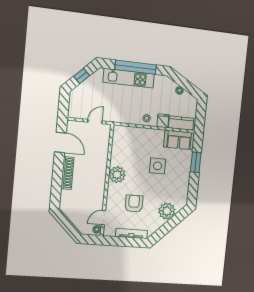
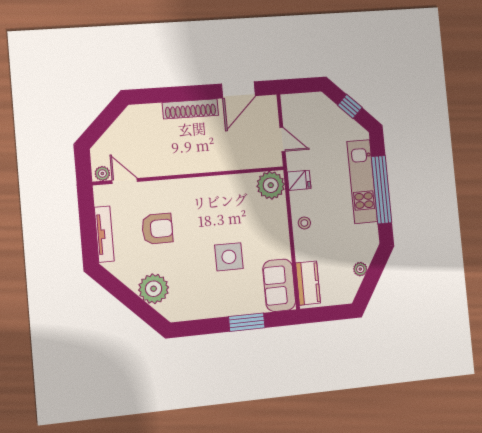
fridge: (163, 121) -> (299, 180), moved
plant: (117, 175) -> (271, 185), moved

